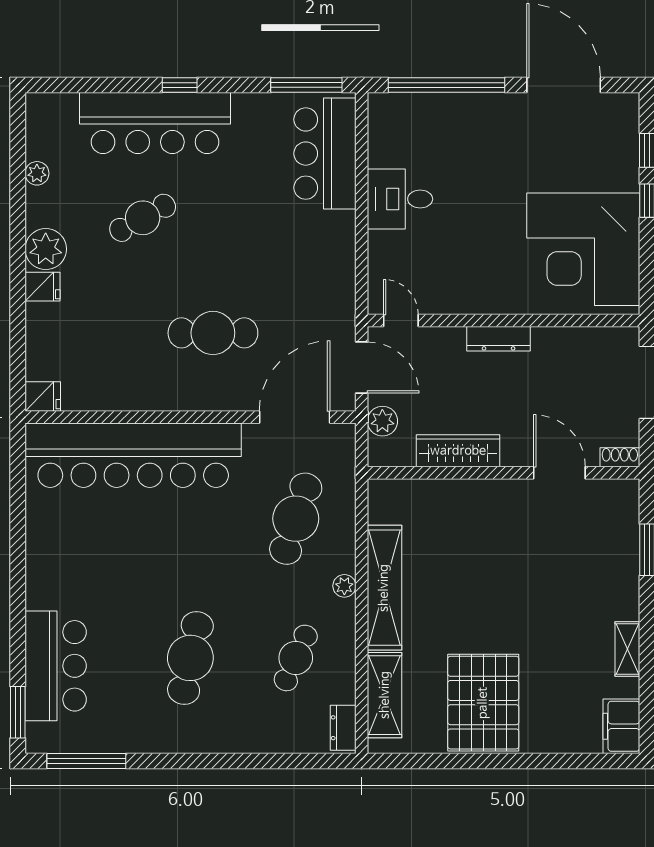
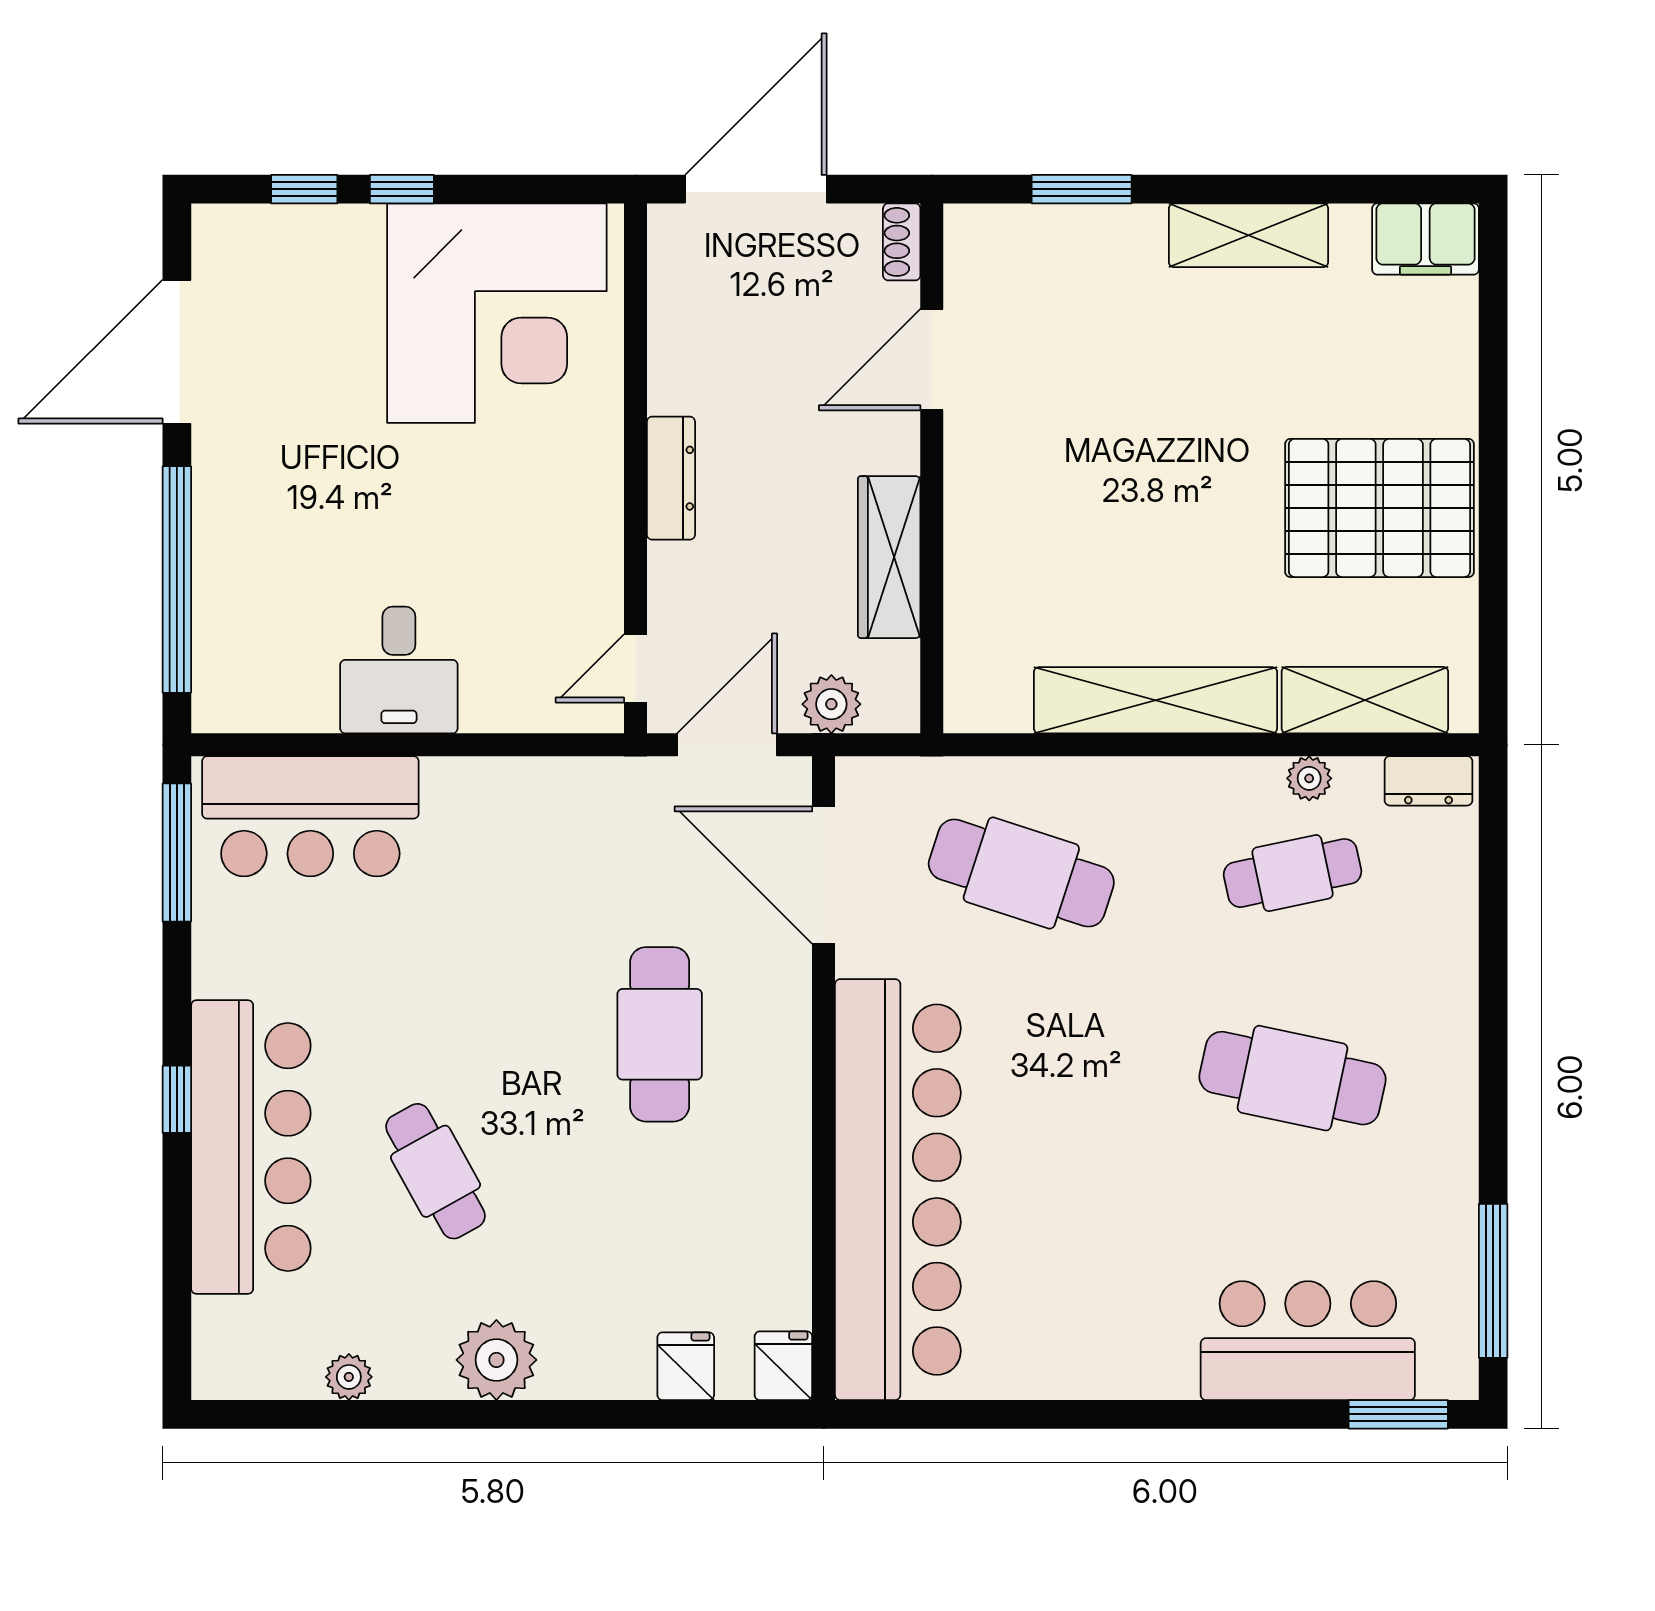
fridge: (42, 287) -> (686, 1366), moved
plant: (344, 586) -> (1309, 778), moved
shelving: (627, 649) -> (1249, 235), width x1.50, depth x1.33
cafe table: (296, 658) -> (1293, 873), turned -36

